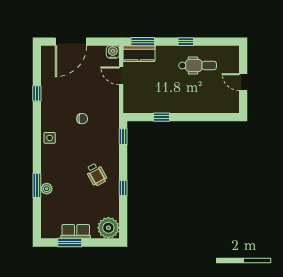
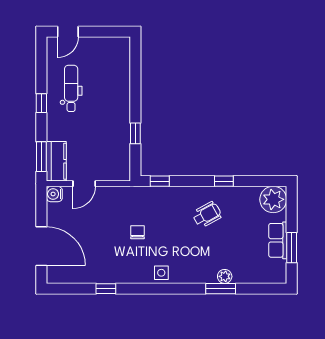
door: (243, 82) -> (68, 32), moved

